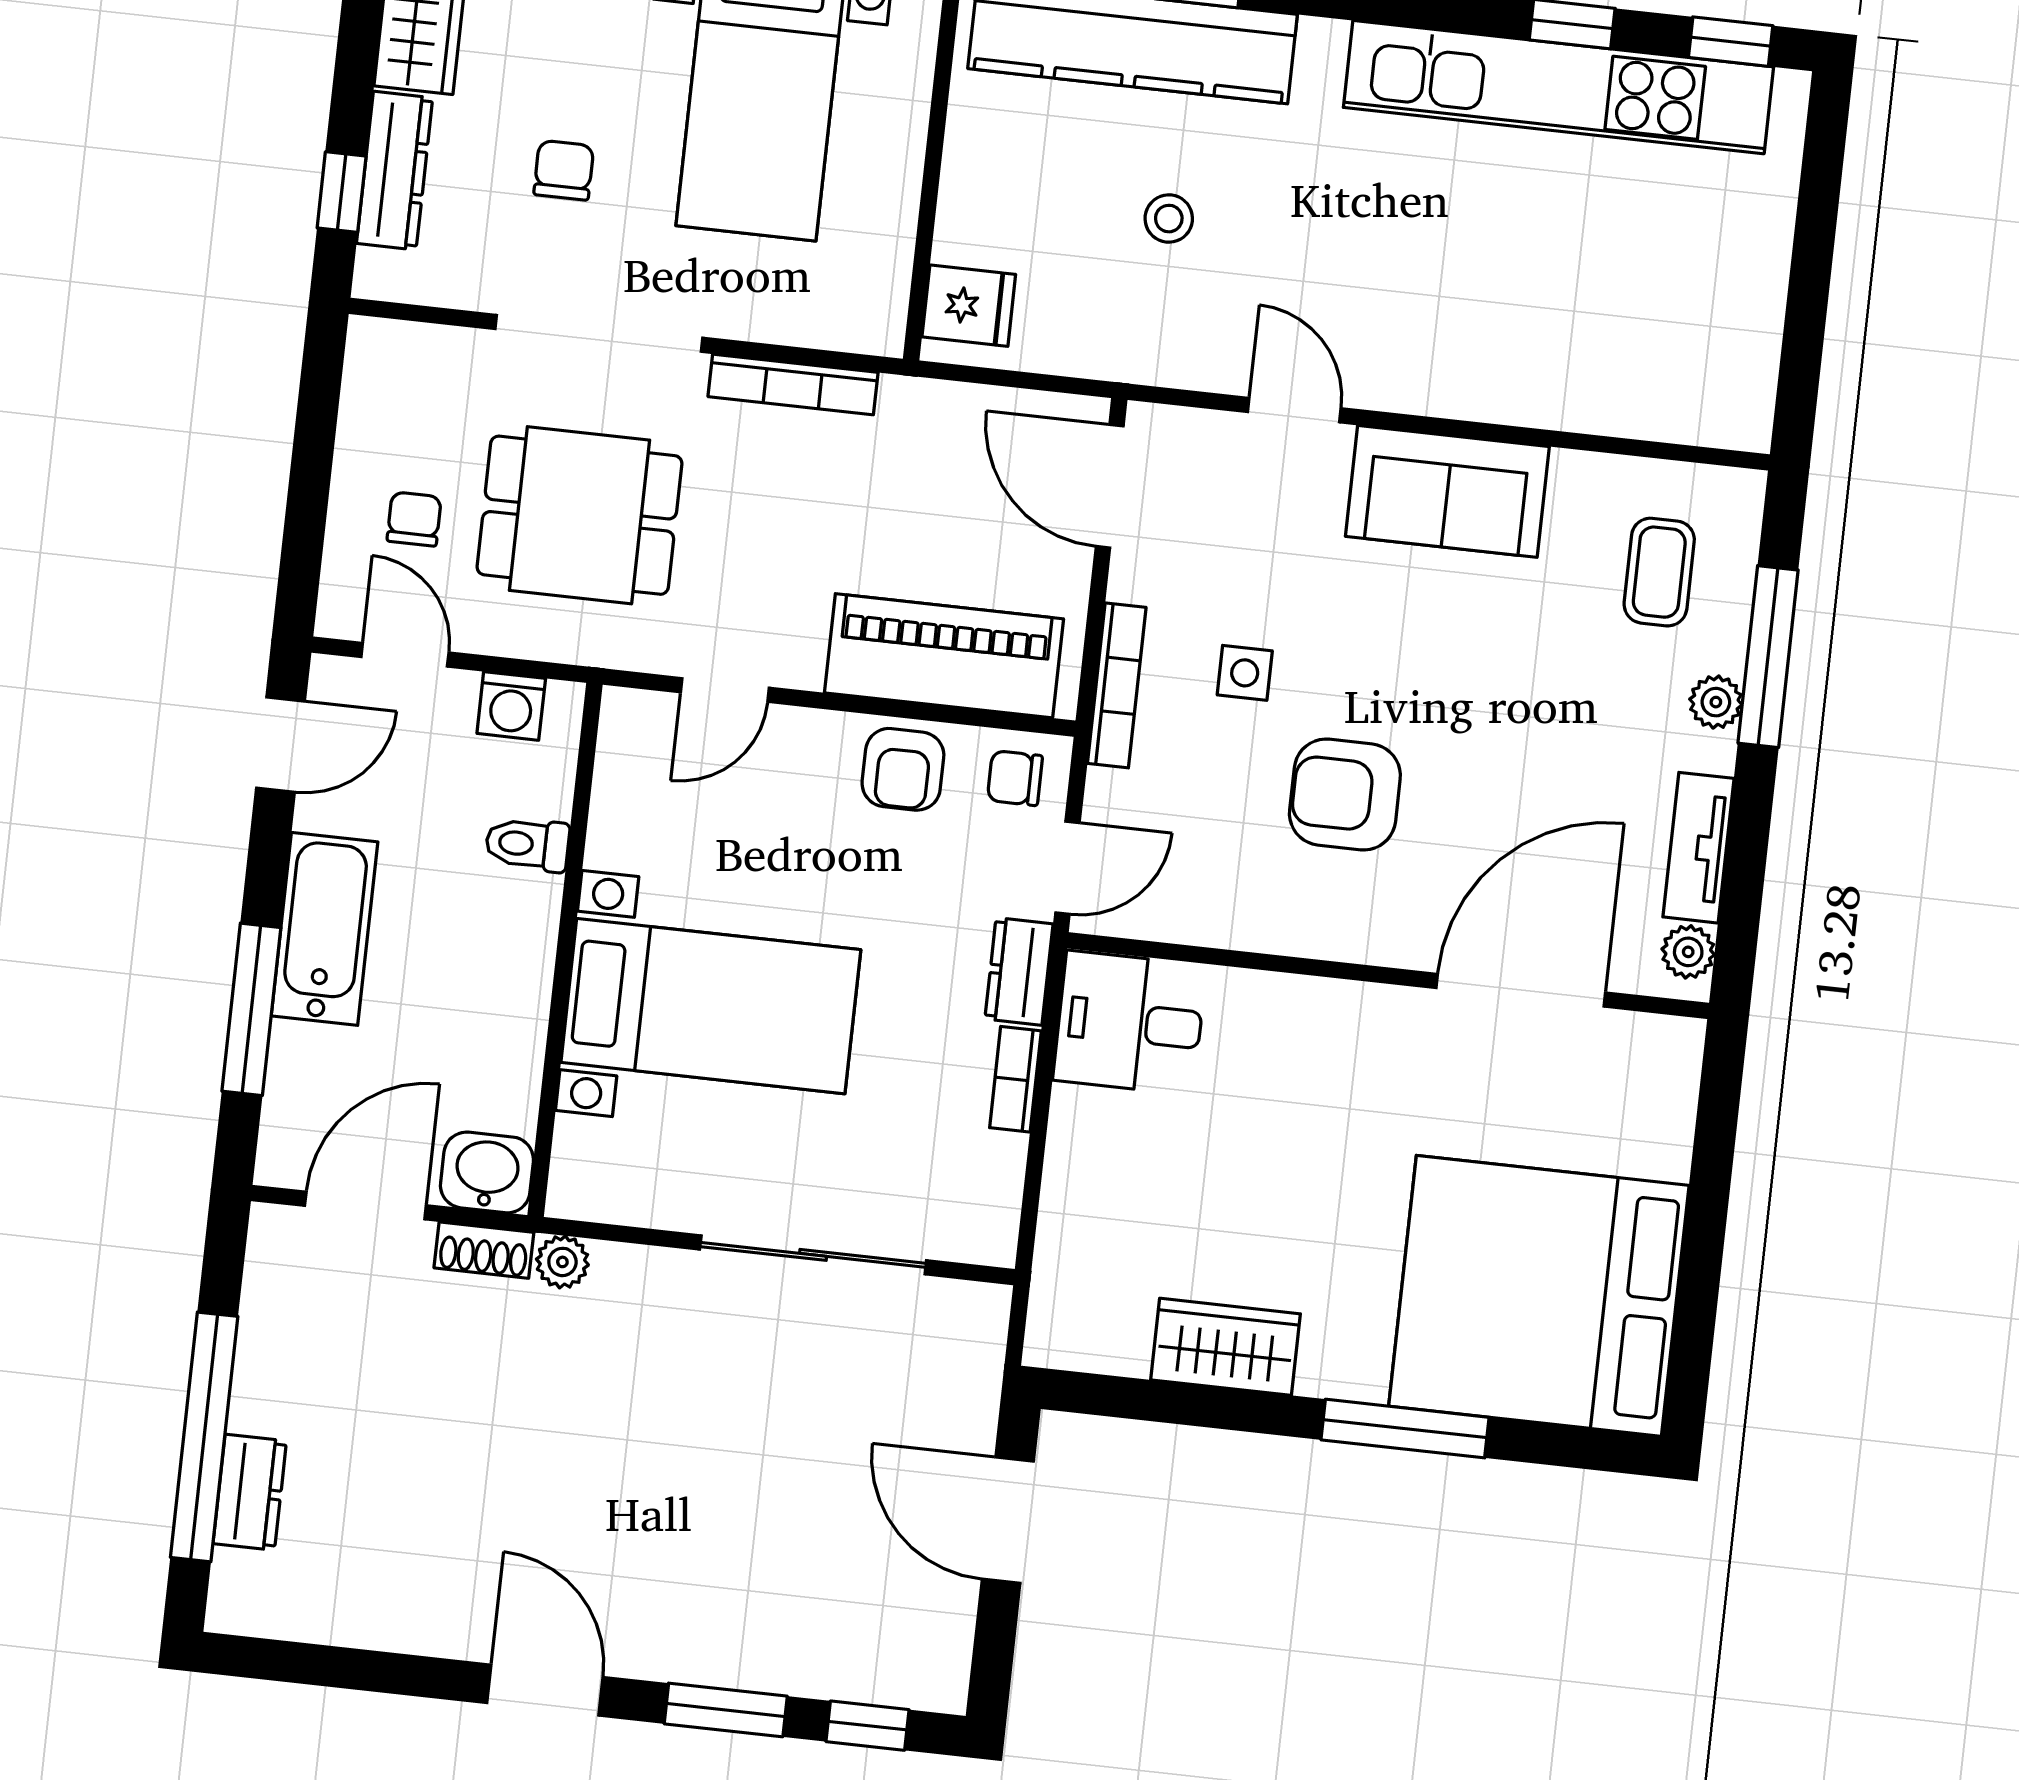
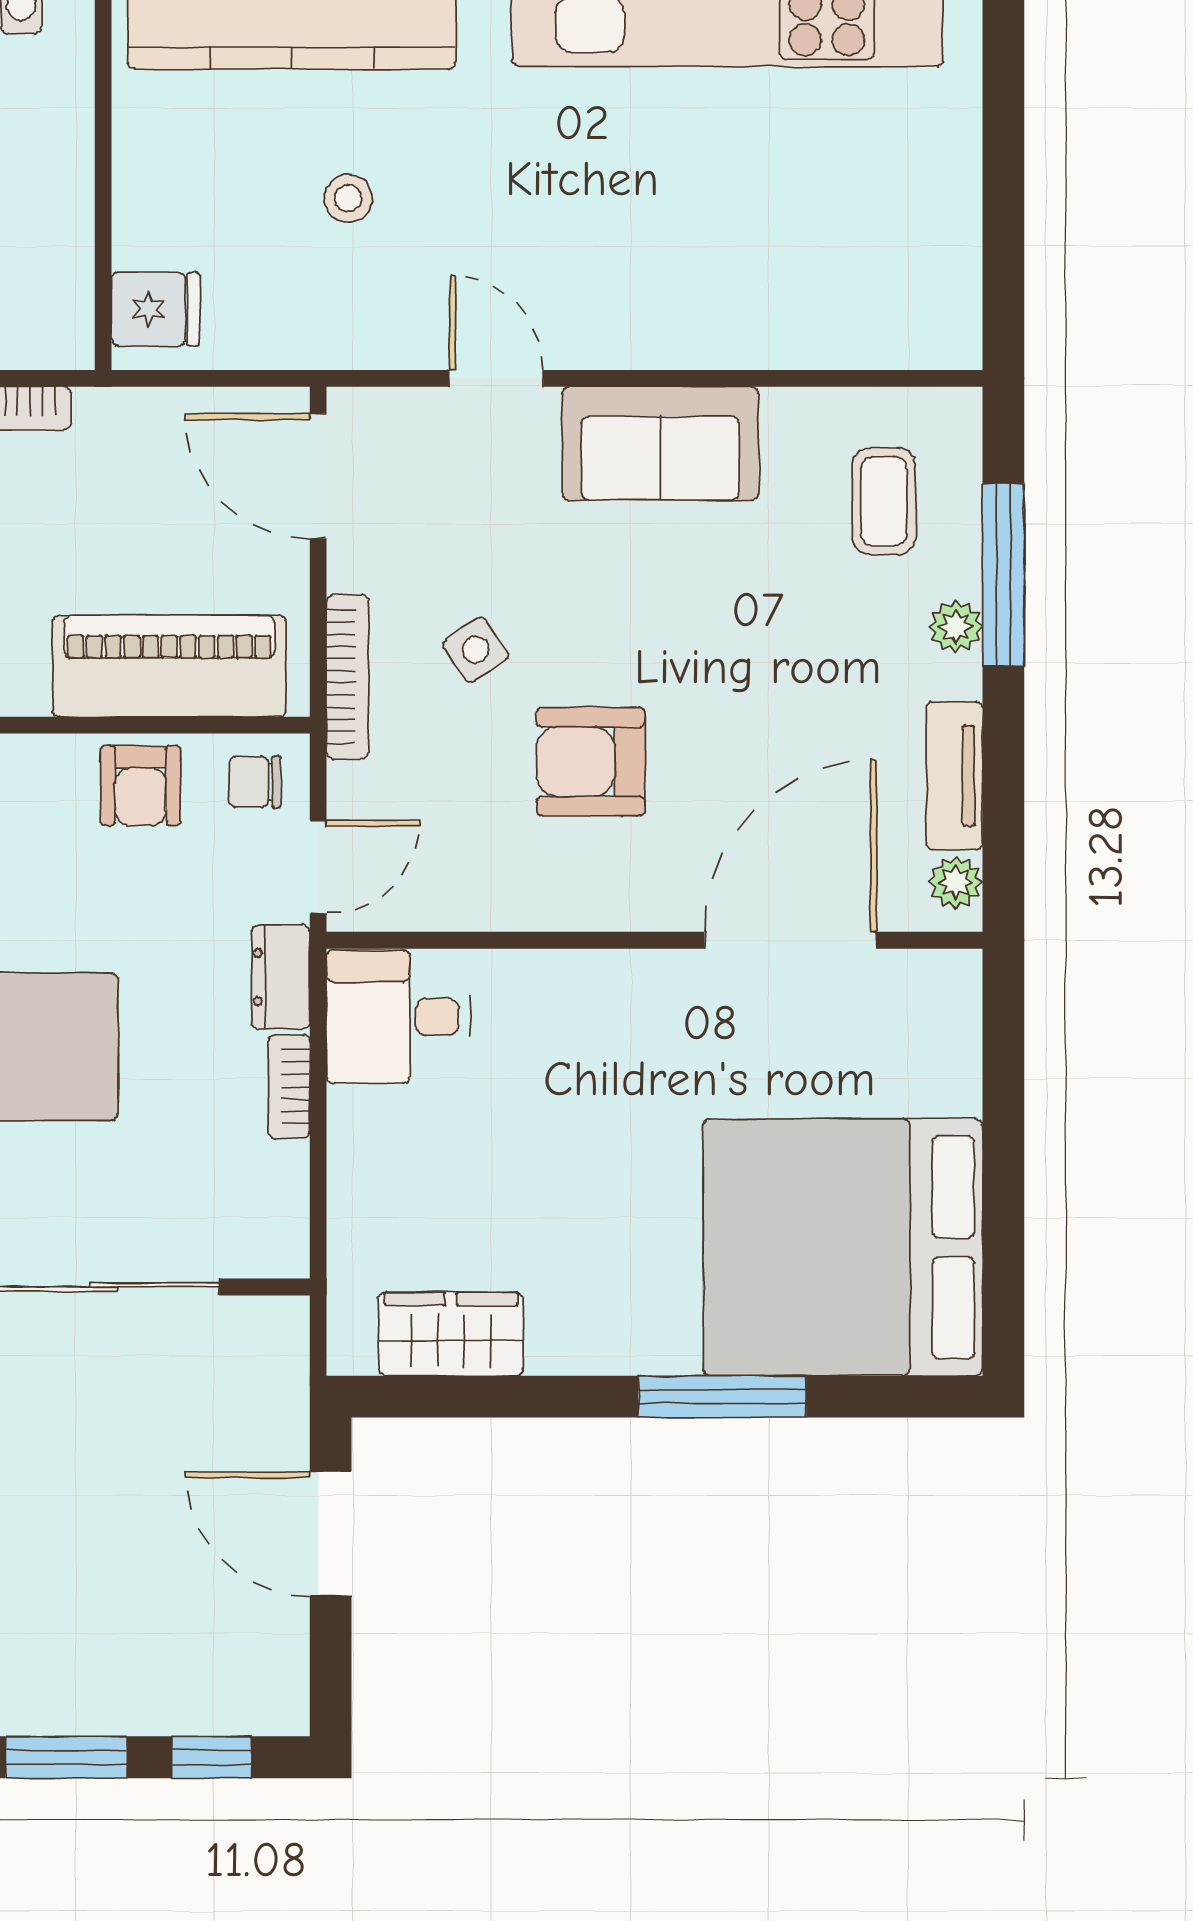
side table: (1245, 673) -> (476, 650), turned -34
wardrobe: (1226, 1347) -> (451, 1334), moved

